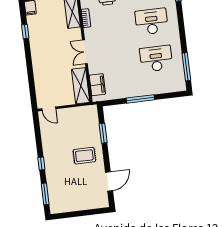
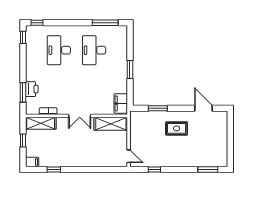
filing cabinet: (97, 85) -> (121, 103), moved, turned -90
window: (140, 99) -> (130, 69), width x0.69
door: (49, 109) -> (129, 156), hinge flipped
rug: (84, 156) -> (177, 128), turned 90
window: (41, 164) -> (154, 169), moved

